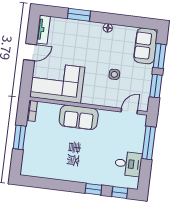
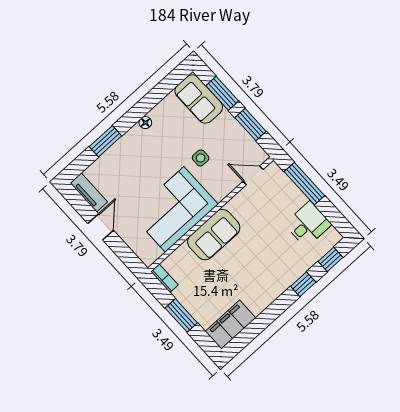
corner sofa: (57, 82) -> (175, 209), moved
door: (129, 111) -> (253, 175), hinge flipped
filing cabinet: (37, 168) -> (230, 325), added

